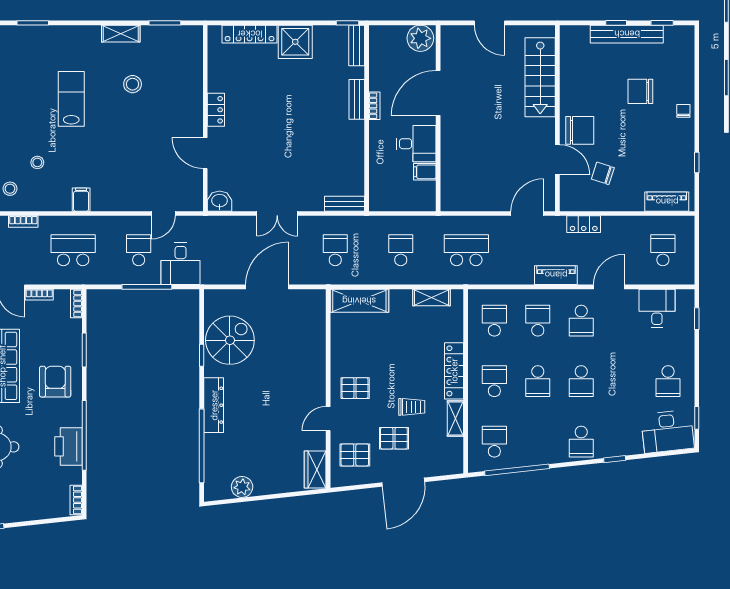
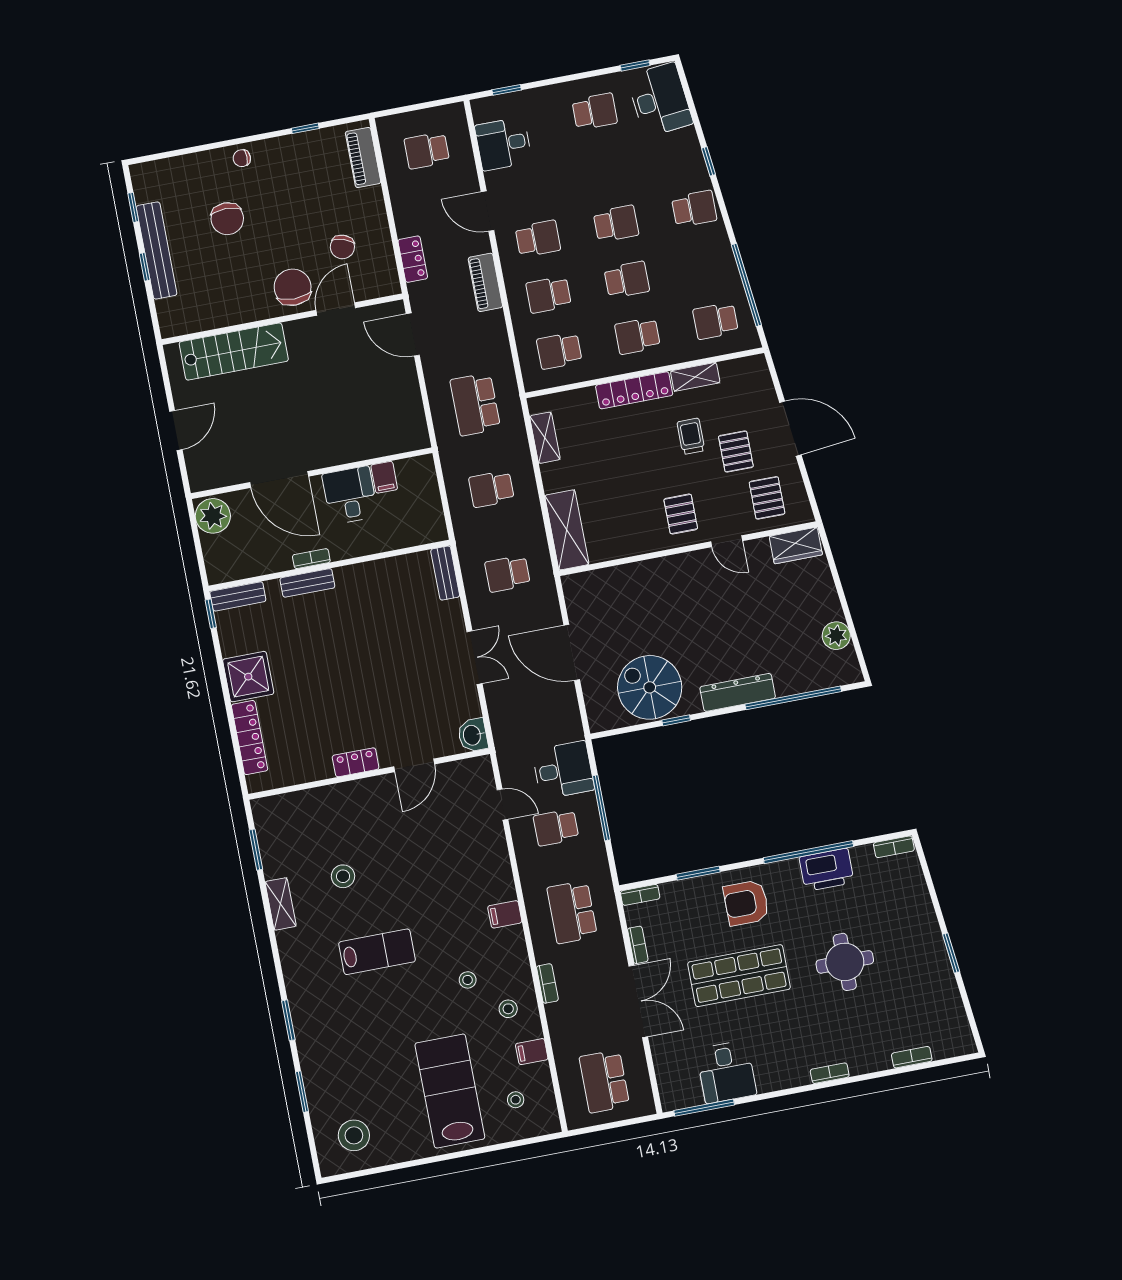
lab bench: (71, 99) -> (377, 952), turned 180

